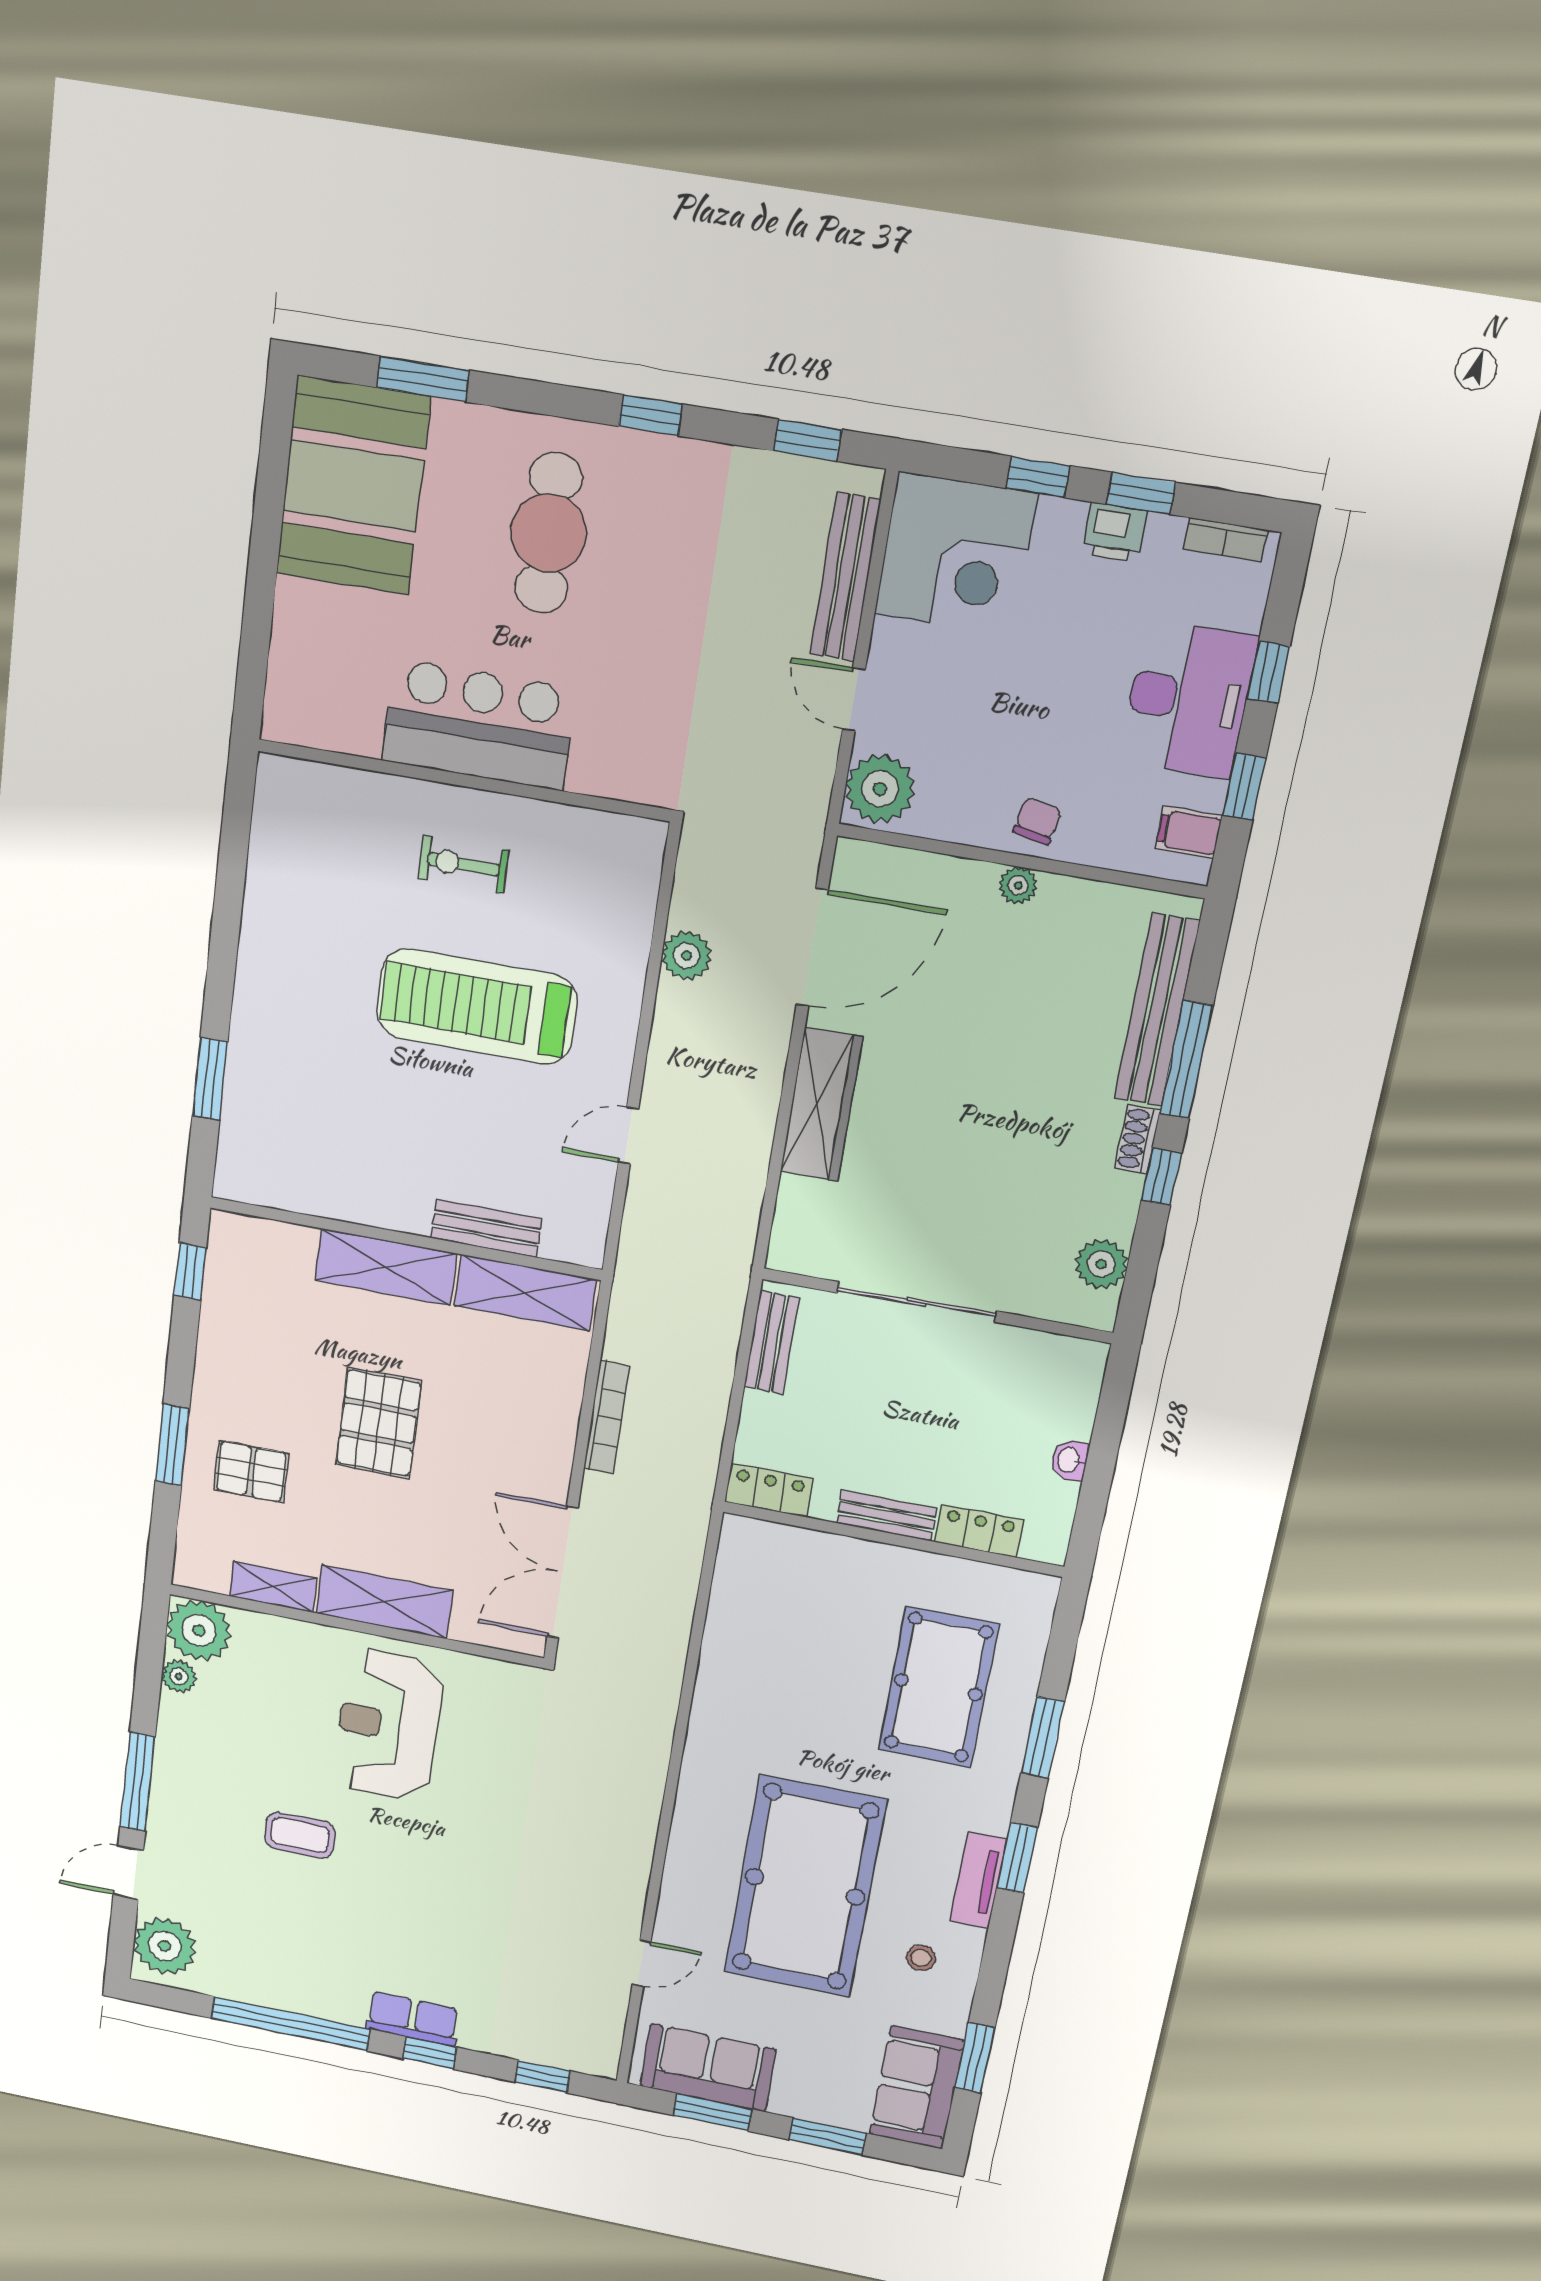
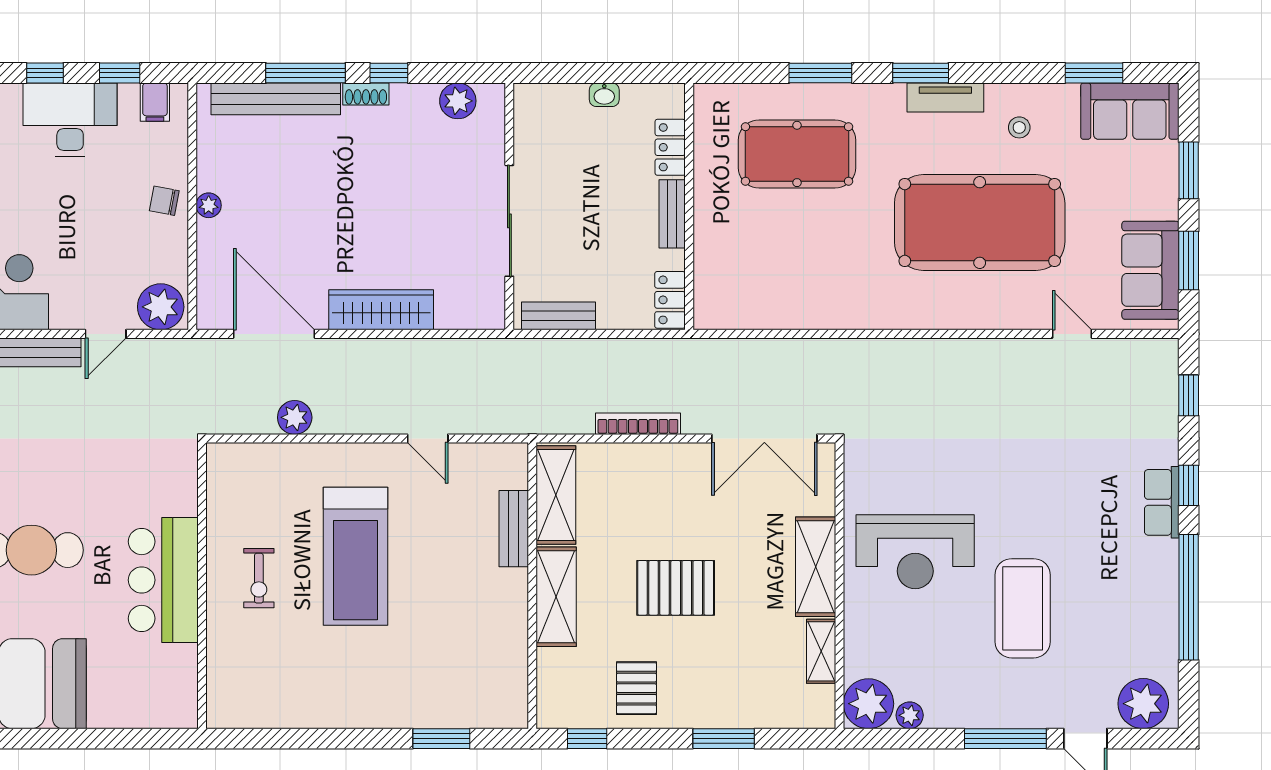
pallet: (251, 1471) -> (636, 688), moved
coffee table: (300, 1835) -> (1023, 608), width x1.86, depth x1.72

